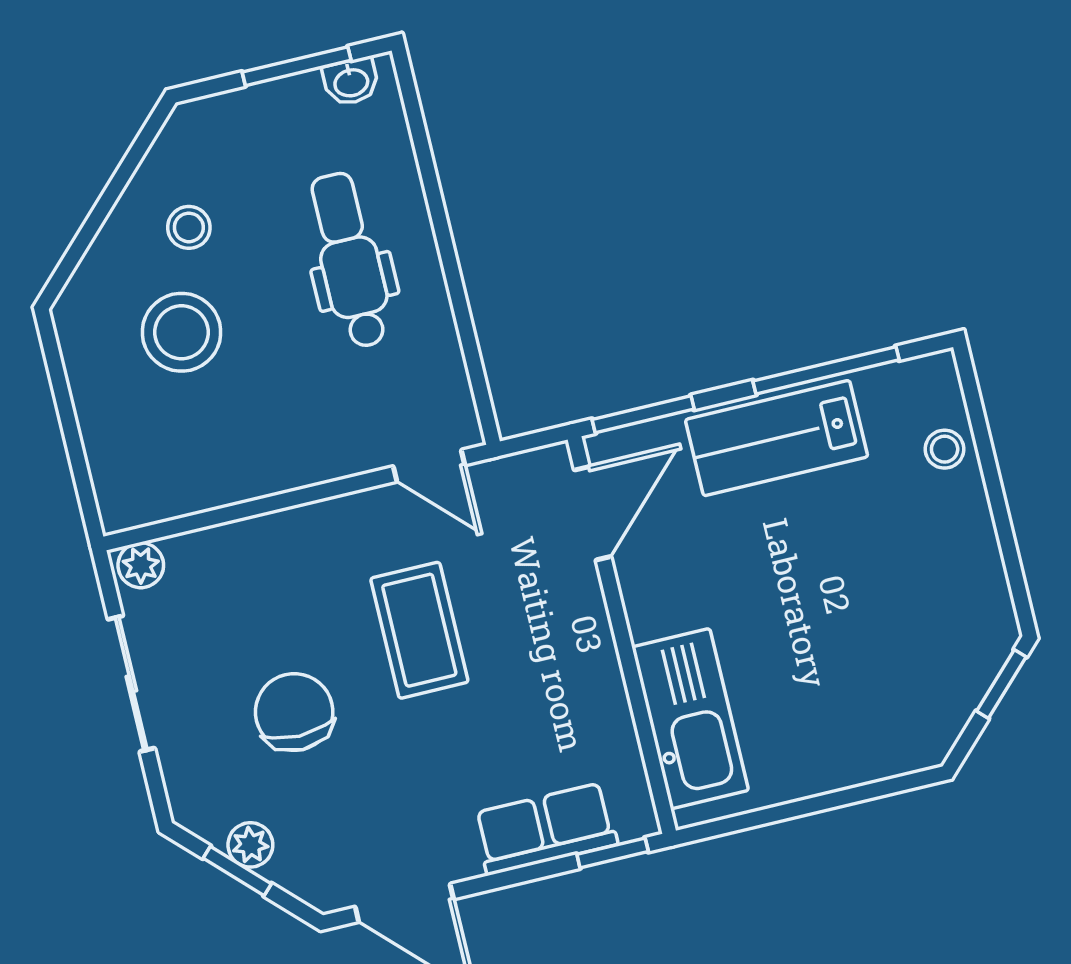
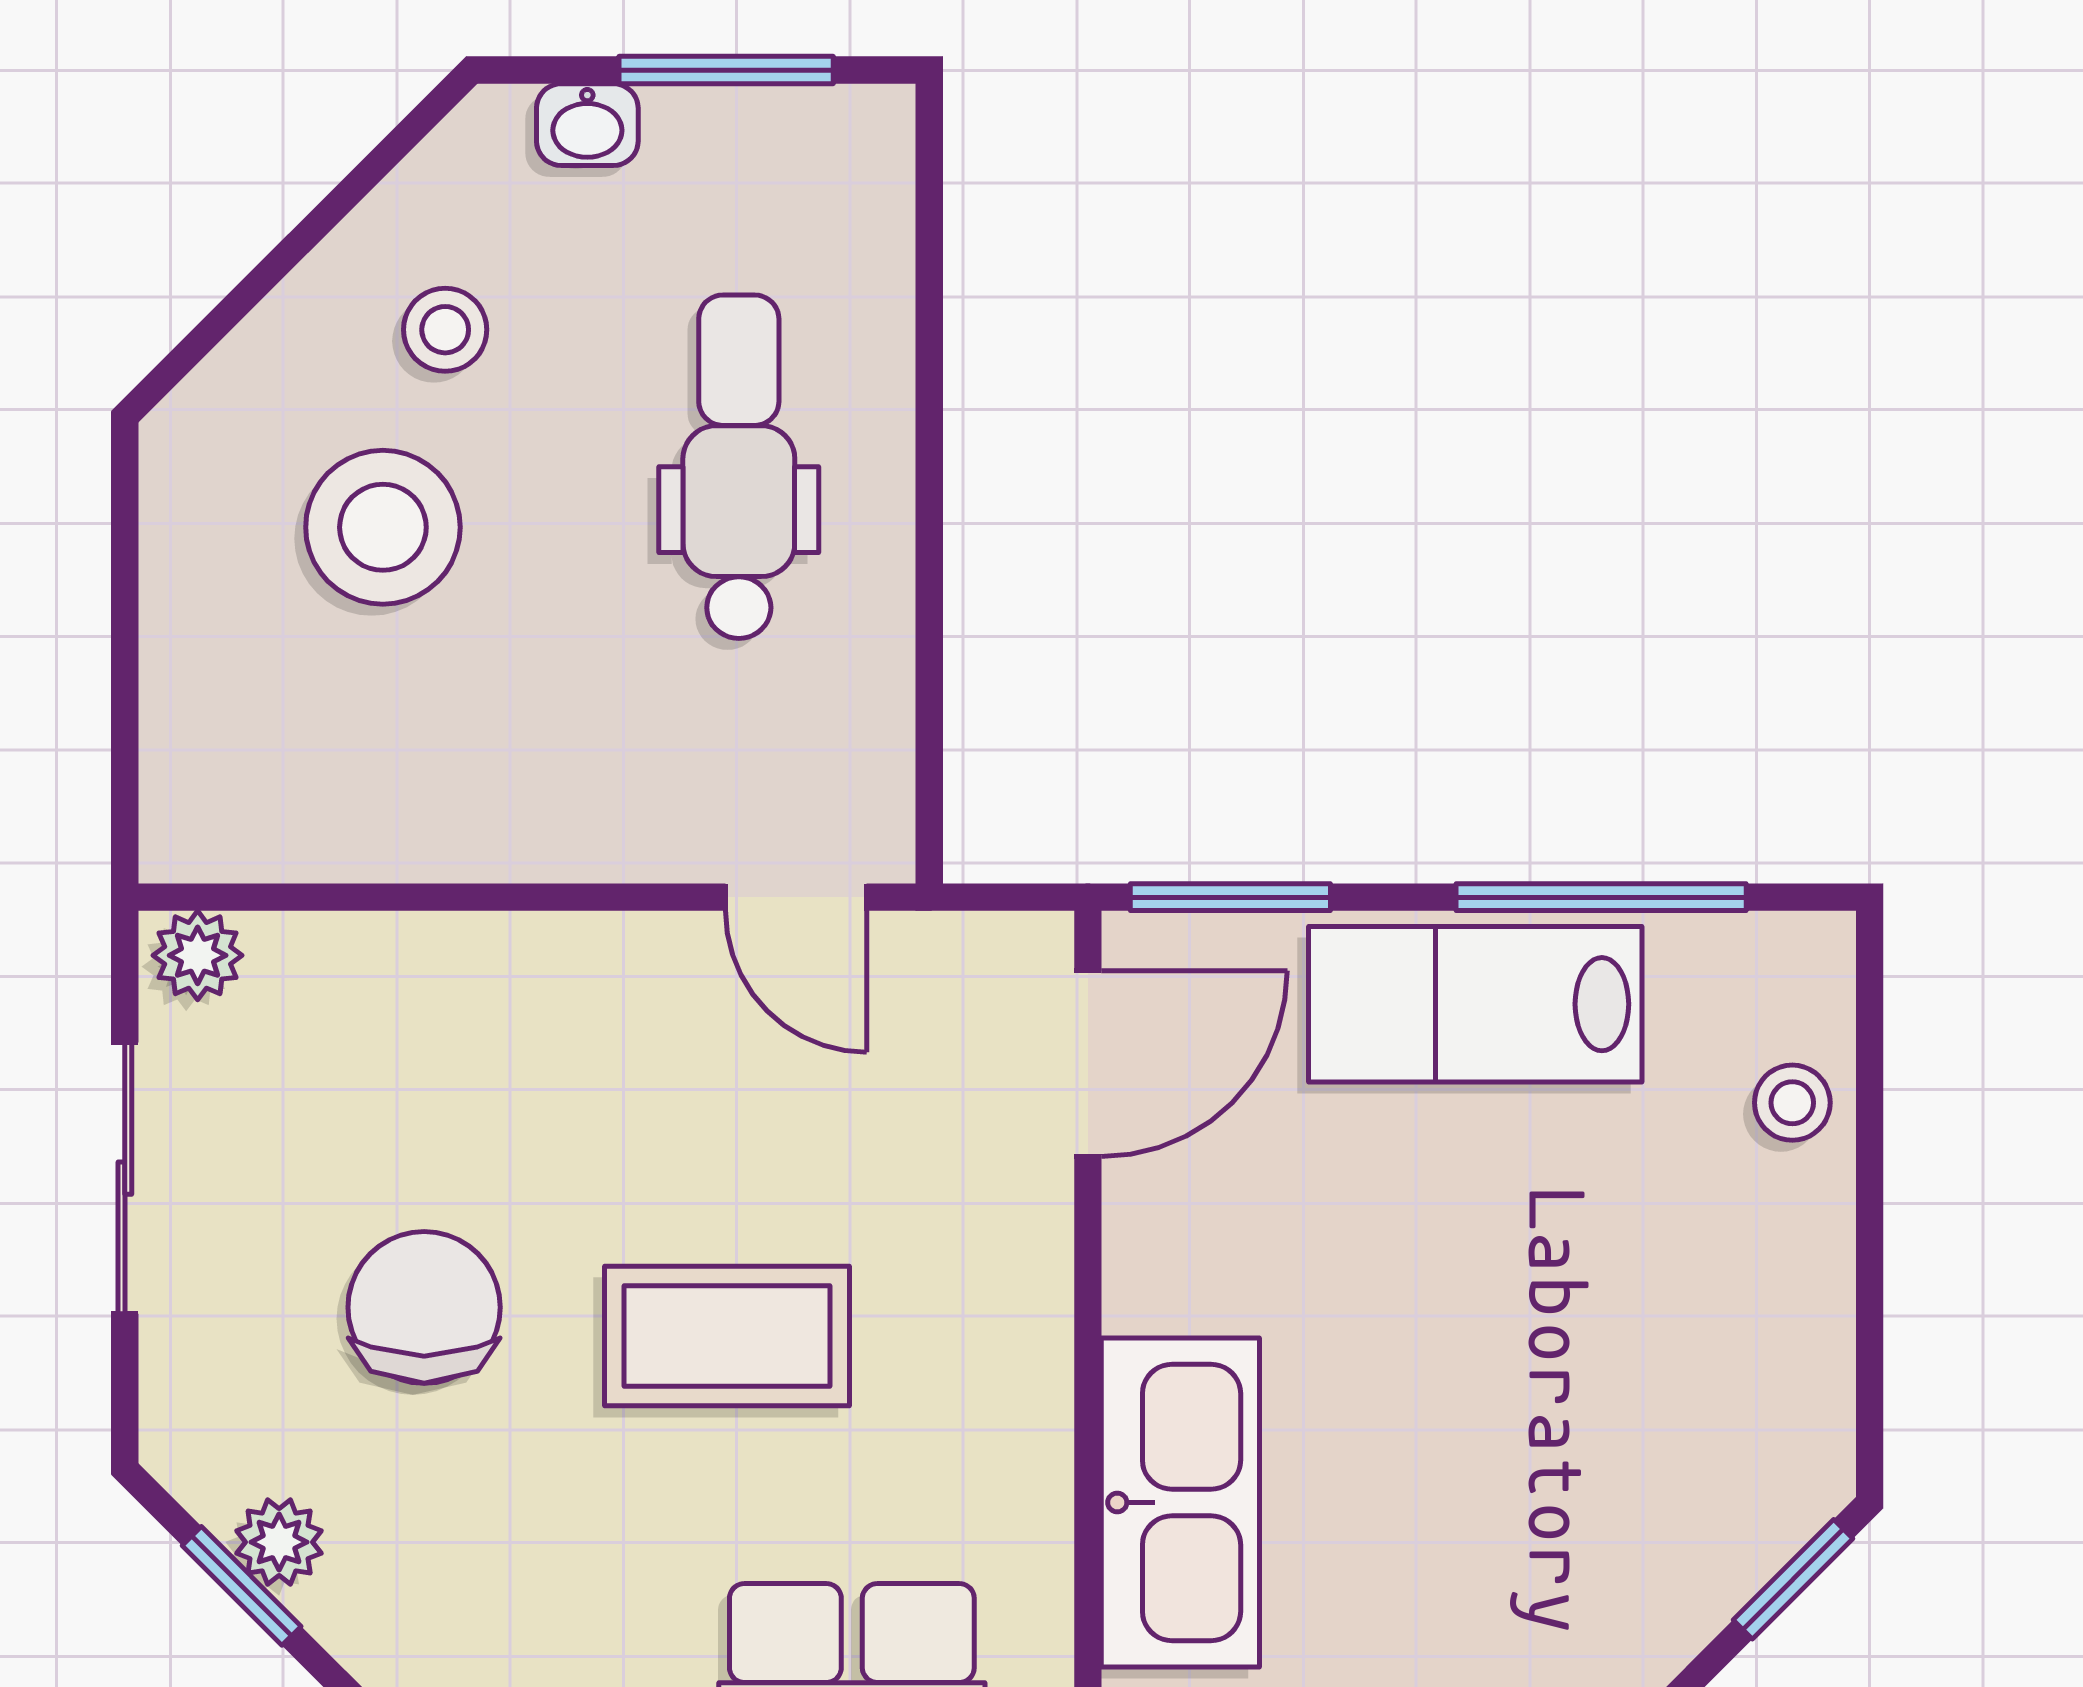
washbasin: (351, 82) -> (587, 125), moved
coffee table: (419, 630) -> (727, 1336), moved, turned 90

